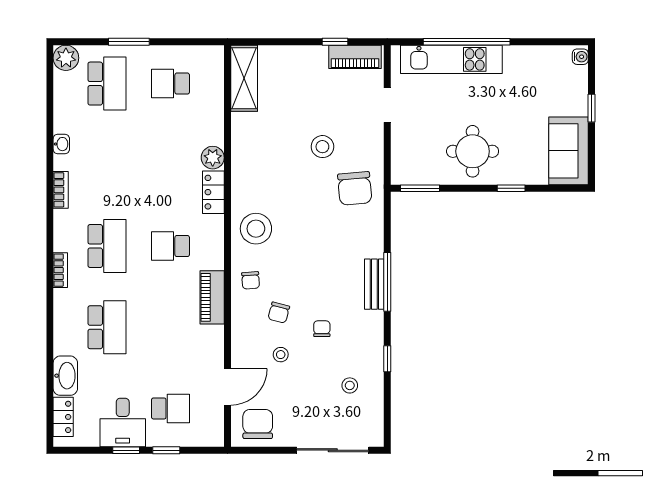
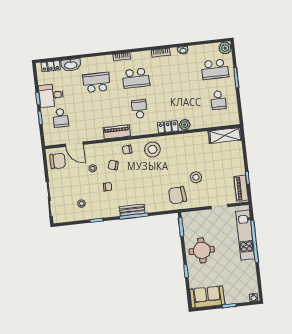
school desk: (170, 84) -> (218, 100), turned 180
school desk: (107, 327) -> (97, 83), turned 180

